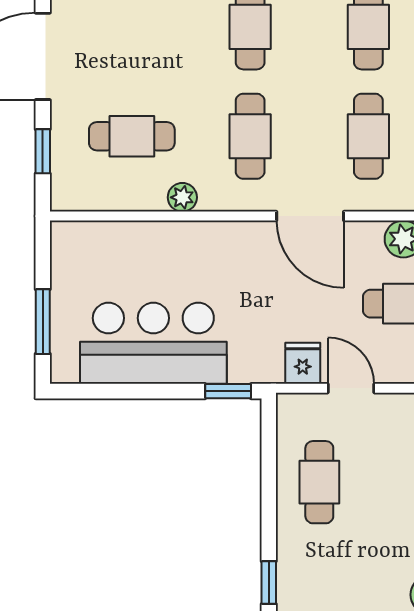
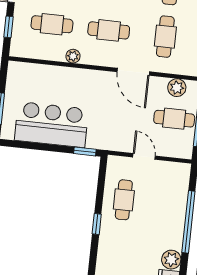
cafe table: (250, 136) -> (109, 30), turned 90
fridge: (303, 363) -> (122, 142), removed
window: (269, 583) -> (97, 224), moved

